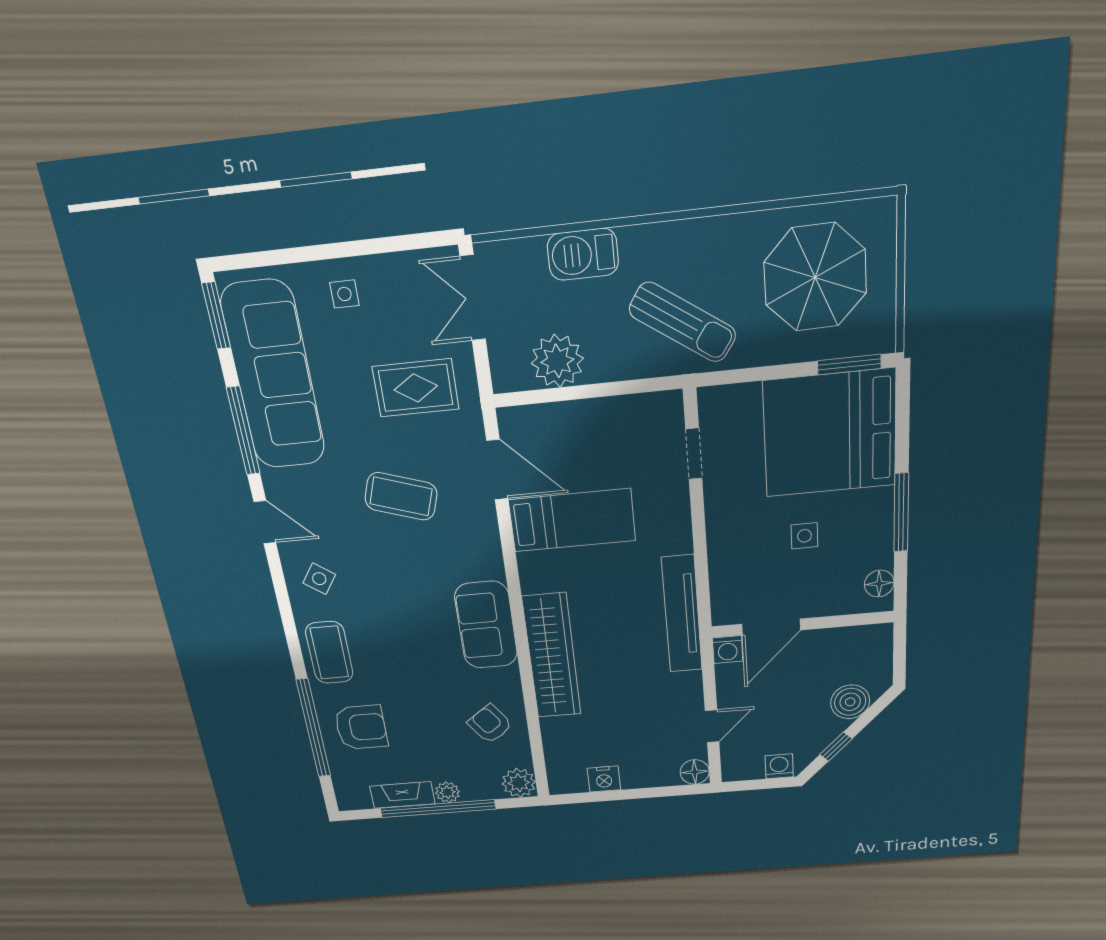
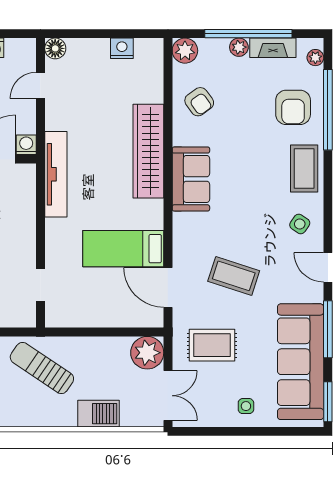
plant: (557, 361) -> (147, 353), moved
armchair: (361, 727) -> (293, 107), turned -90
plant: (344, 788) -> (315, 58), added

